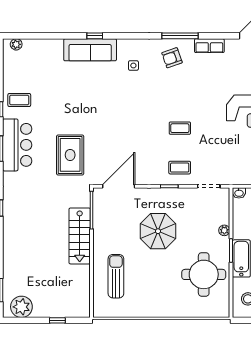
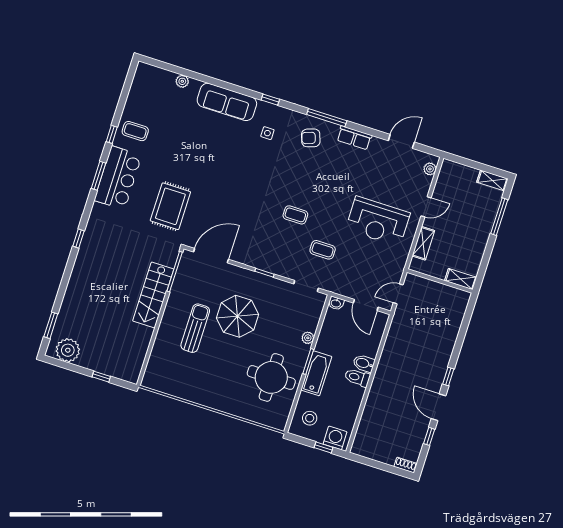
window: (95, 36) -> (270, 100), moved
plant: (16, 44) -> (182, 81), moved
coffee table: (180, 168) -> (323, 250), moved
sun lounger: (116, 276) -> (195, 328), moved

